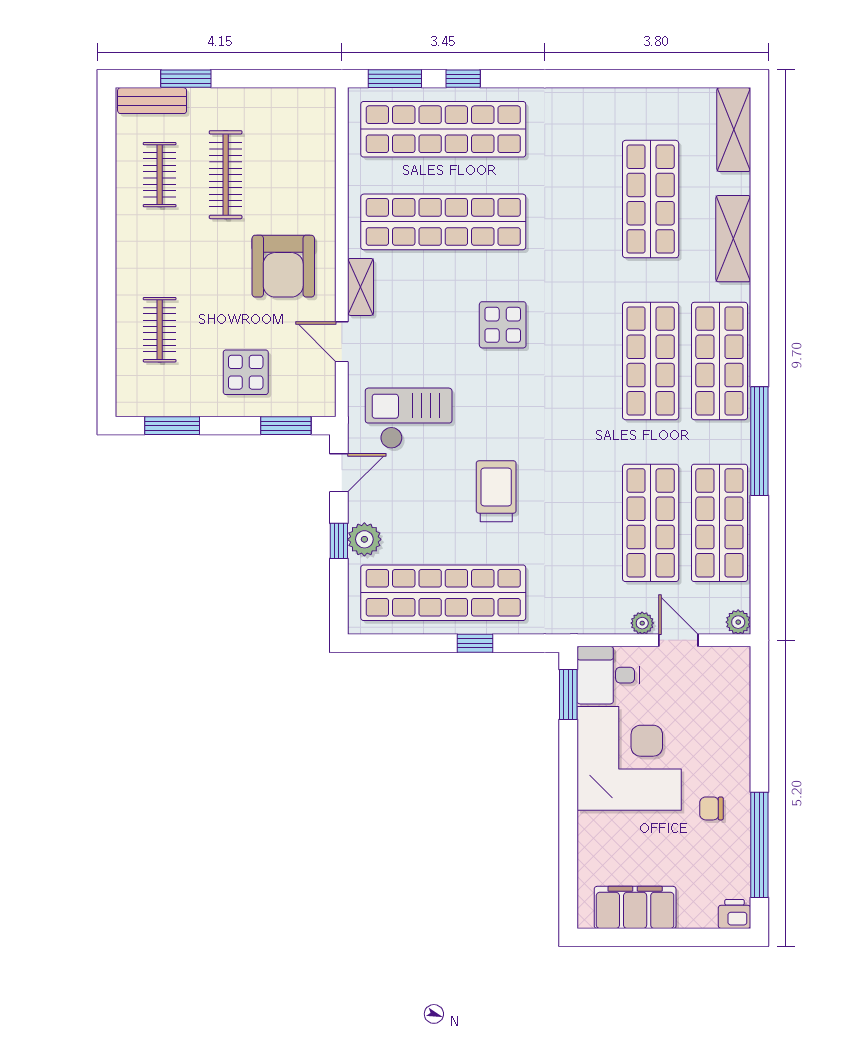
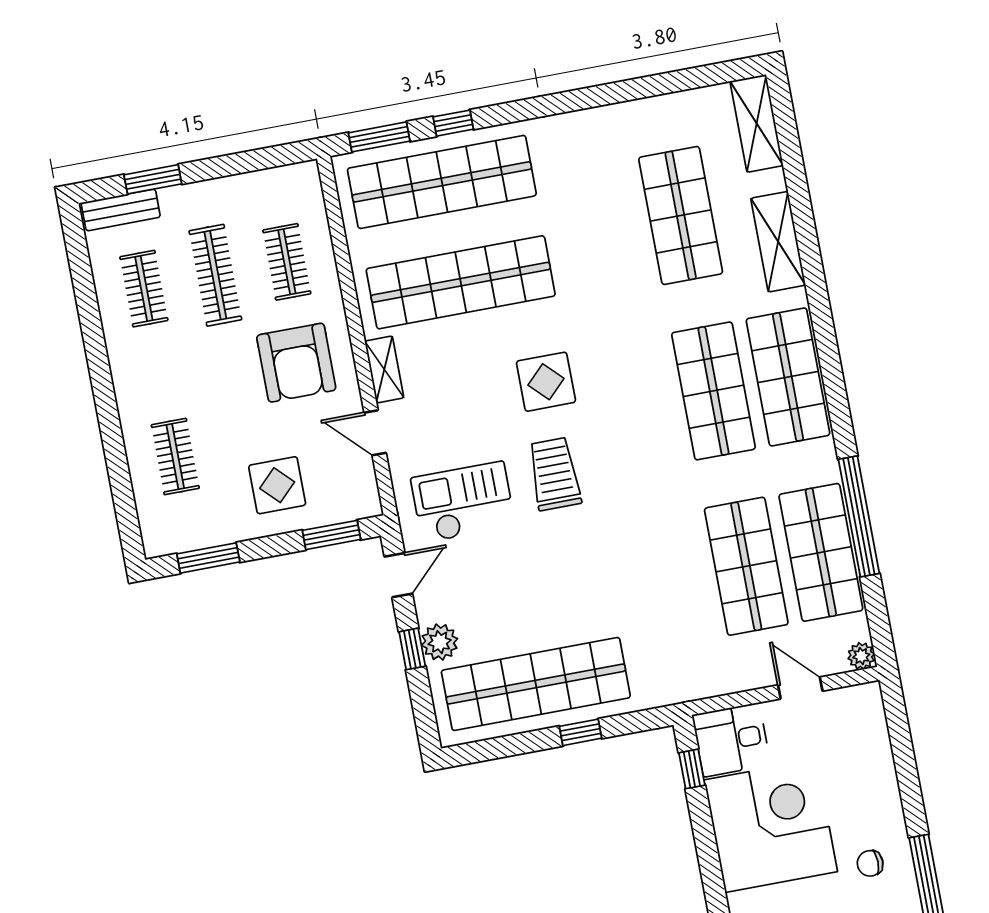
clothes rail: (292, 175) -> (287, 262), added
window: (759, 441) -> (859, 516), moved
trolley: (496, 491) -> (554, 474), moved
plant: (642, 623) -> (758, 677), removed
window: (568, 695) -> (692, 769), width x0.67

